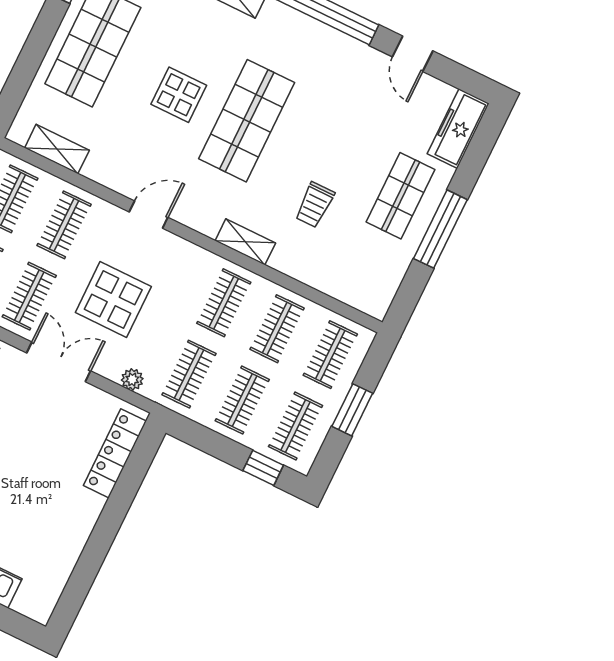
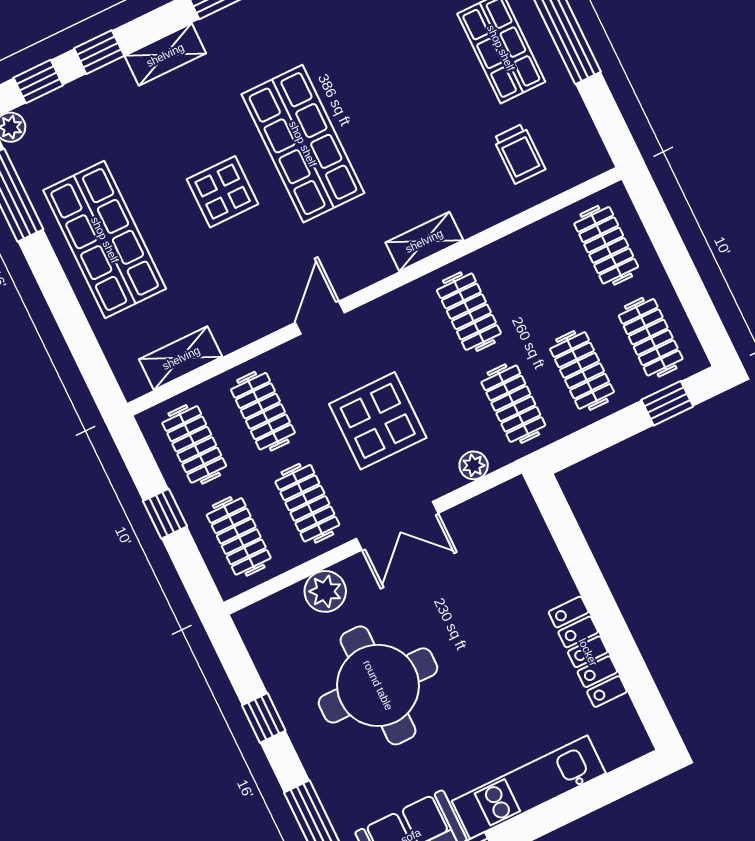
trolley: (315, 205) -> (519, 154), moved
clothes rail: (277, 329) -> (538, 278), removed
double door: (59, 362) -> (397, 526), swing flipped
window: (352, 410) -> (679, 267), removed
locker: (115, 453) -> (588, 652), moved

